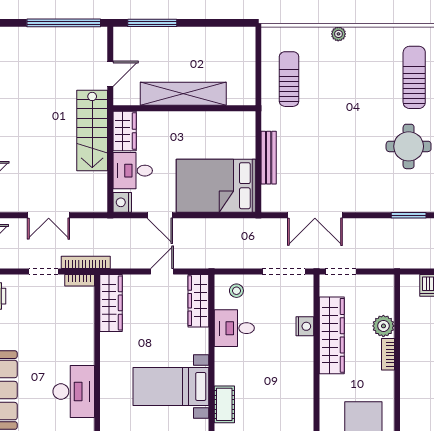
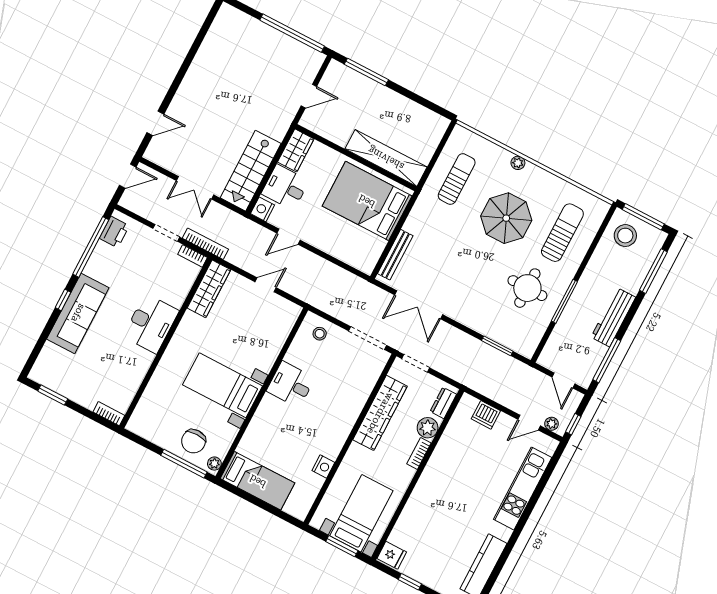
parasol: (355, 91) -> (506, 218), added
shelving: (183, 94) -> (386, 158), moved
stairs: (92, 130) -> (251, 171), moved
bench: (269, 158) -> (395, 255), moved
bed: (216, 186) -> (367, 201), moved
door: (160, 215) -> (289, 237), hinge flipped
dresser: (386, 295) -> (443, 403), added
wardrobe: (198, 301) -> (283, 325), removed
nightstand: (305, 326) -> (323, 466), moved
desk: (234, 328) -> (291, 384), moved
desk: (74, 392) -> (151, 324), moved
cot: (224, 404) -> (260, 424), removed

